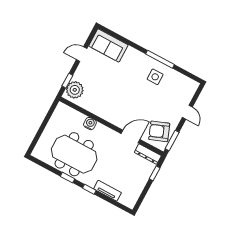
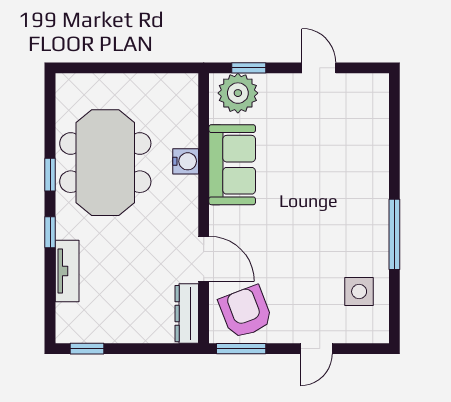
sofa: (108, 45) -> (232, 165), moved, turned 180
side table: (155, 77) -> (359, 292), moved
window: (155, 173) -> (87, 349), moved

